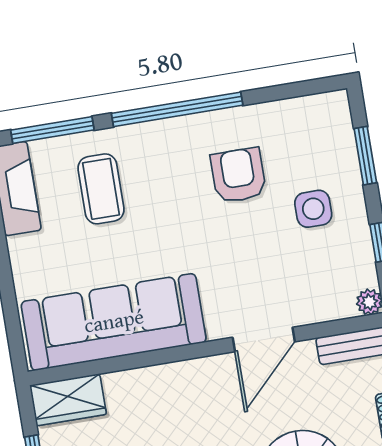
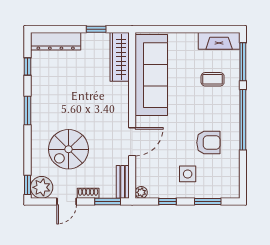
coffee table: (101, 189) -> (213, 79), width x0.73, depth x0.77
door: (264, 340) -> (132, 142), swing flipped
wardrobe: (68, 400) -> (120, 57), width x1.50

